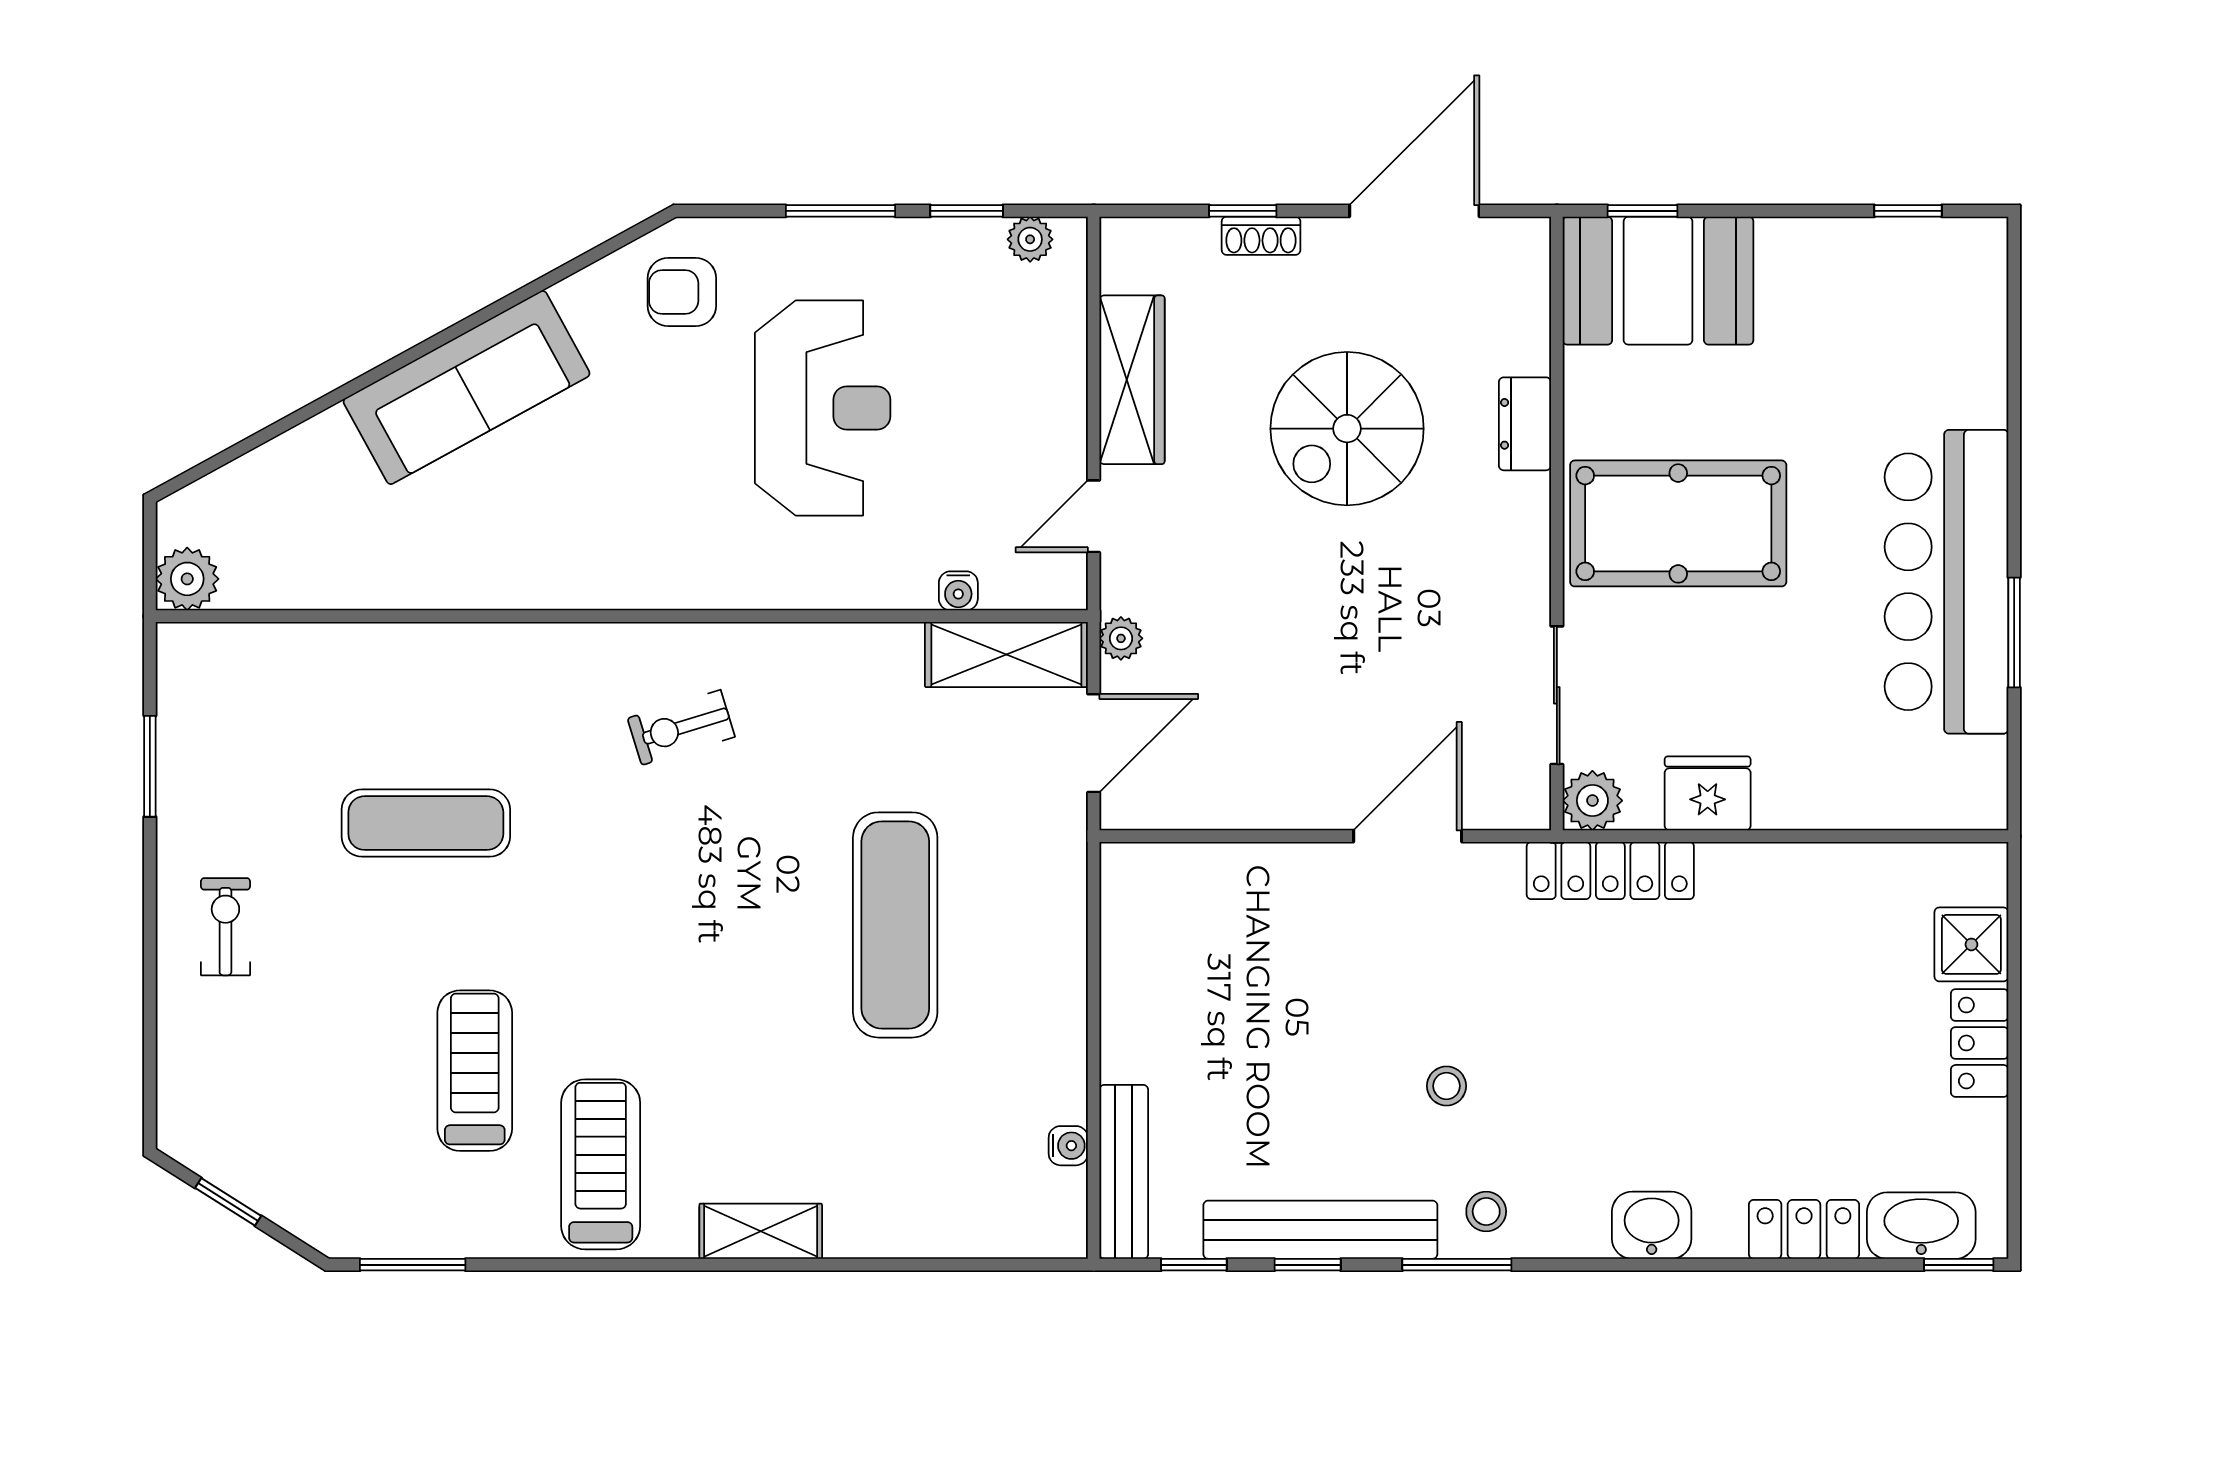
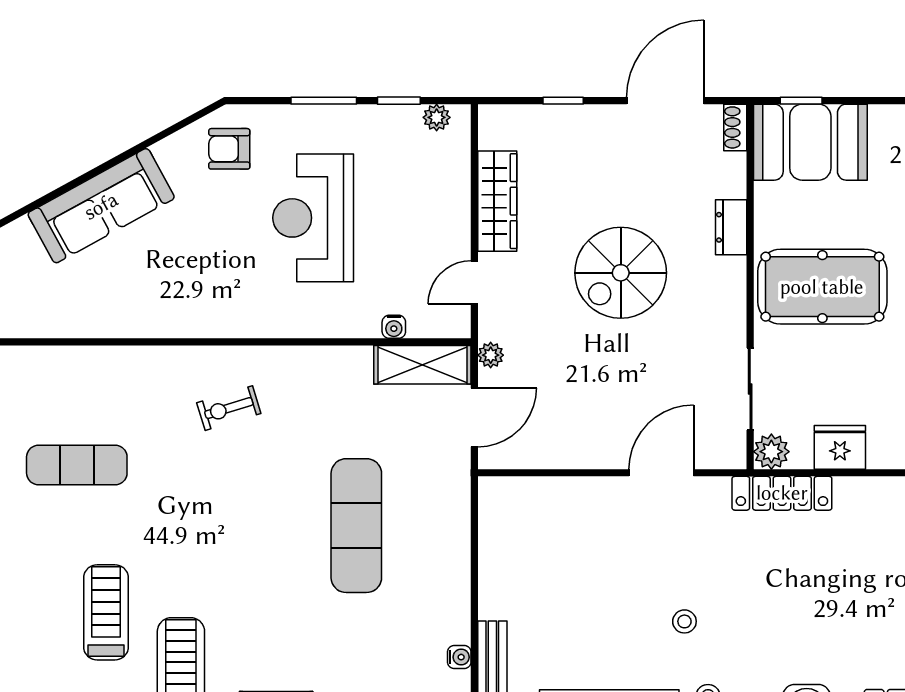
shoe rack: (1261, 236) -> (735, 127), moved, turned 90
reception desk: (823, 408) -> (313, 218), turned 180
spiral stairs: (1347, 429) -> (621, 273), moved

